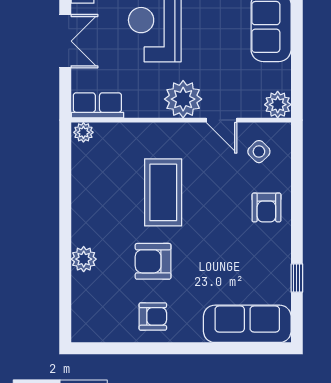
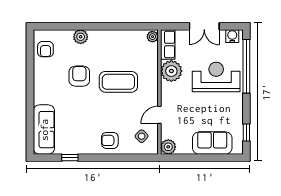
plant: (183, 99) -> (171, 71), moved
armchair: (153, 316) -> (45, 49), moved

